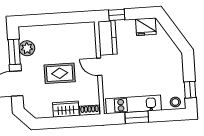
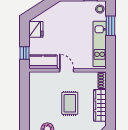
door: (99, 67) -> (67, 70), swing flipped
wardrobe: (66, 109) -> (100, 105), width x1.50
window: (137, 117) -> (110, 26), moved

